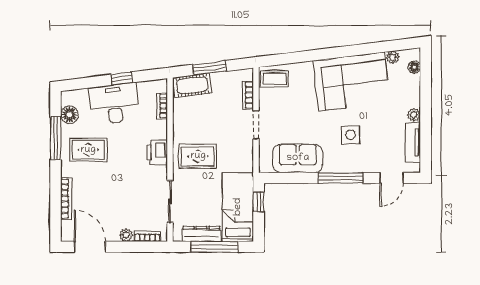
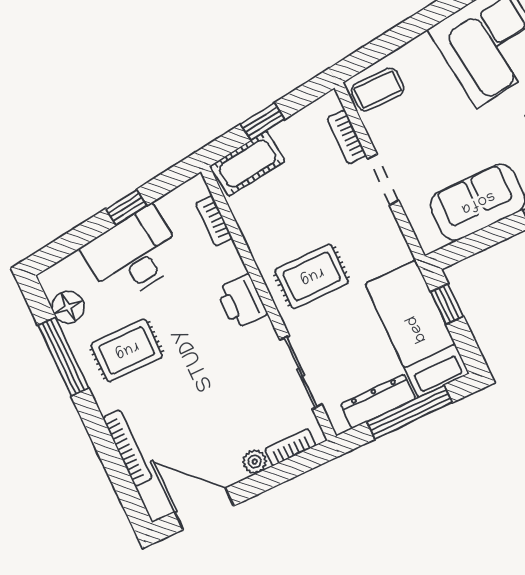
window: (210, 68) -> (263, 122), width x0.67

